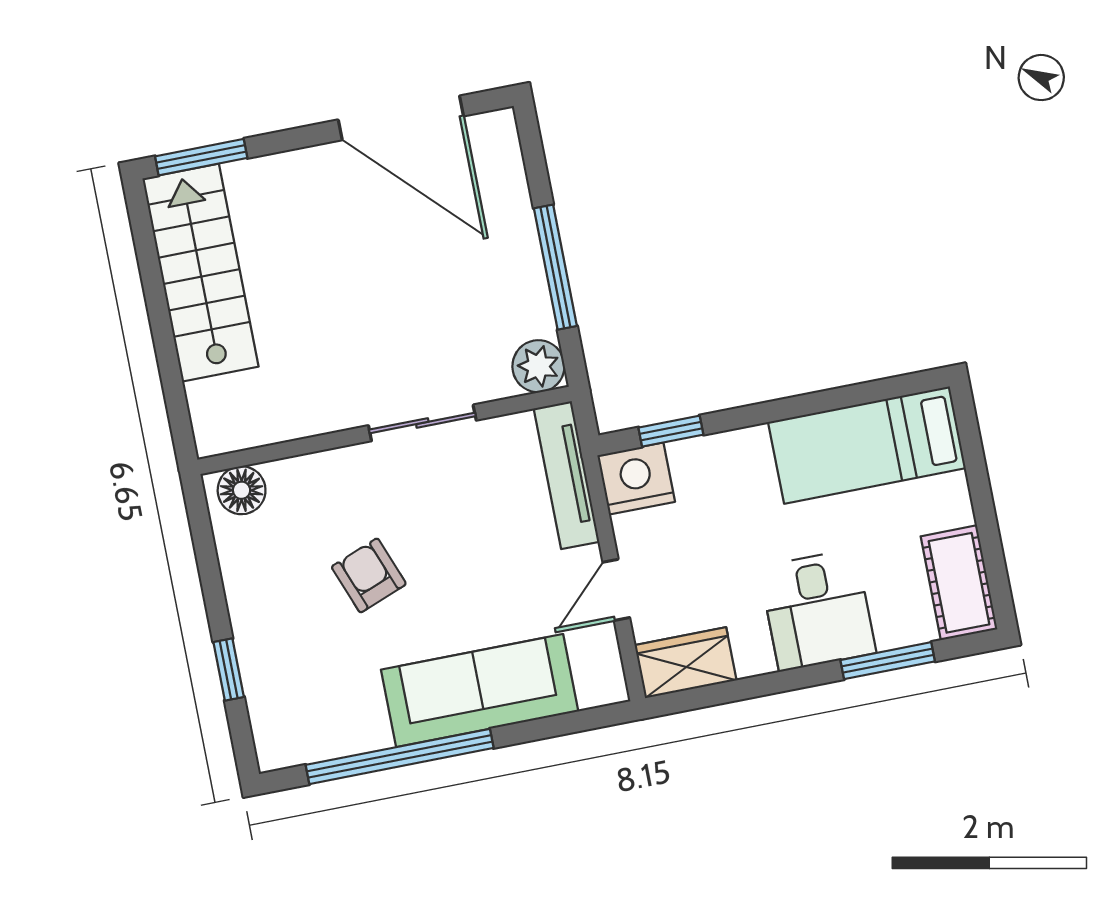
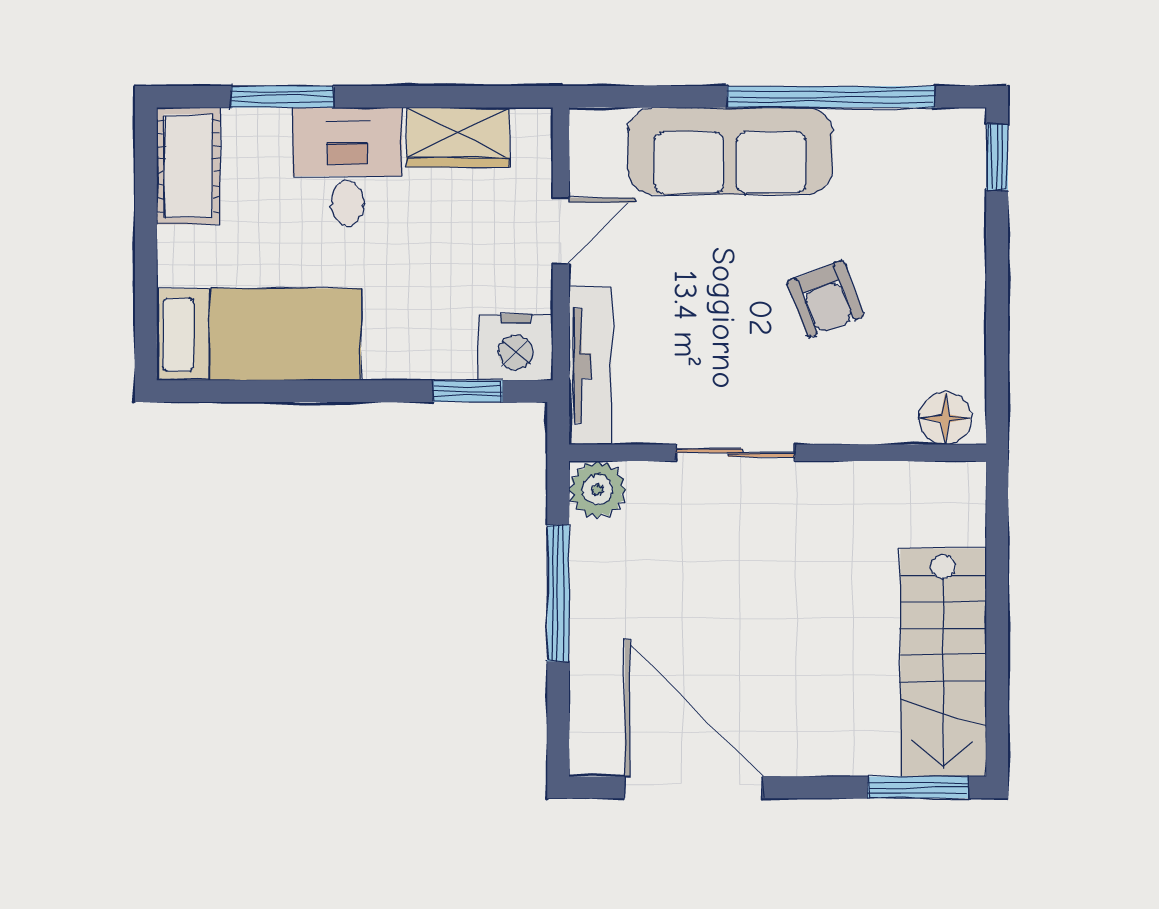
wardrobe: (686, 663) -> (458, 137), moved
window: (229, 669) -> (997, 157), moved

